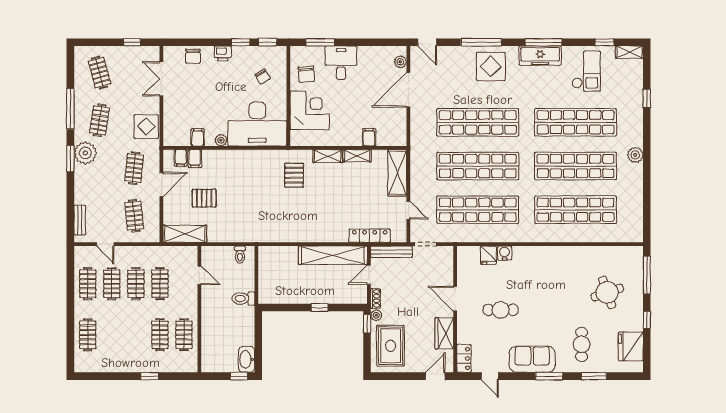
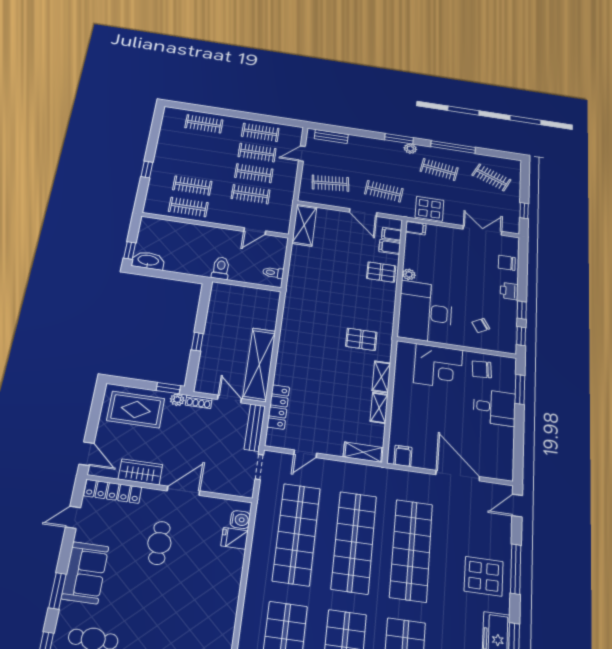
plant: (400, 62) -> (493, 472), removed
clothes rail: (100, 73) -> (491, 177), turned 39
filing cabinet: (198, 137) -> (416, 228), moved
filing cabinet: (369, 137) -> (403, 456), moved, turned -90
plant: (85, 153) -> (410, 149), width x0.53, depth x0.53
shelving: (397, 173) -> (363, 452), width x0.67, depth x0.75
pallet: (204, 198) -> (381, 272), moved, turned 90
water cooler: (505, 253) -> (240, 520), moved
locker: (464, 358) -> (113, 491), width x1.53

